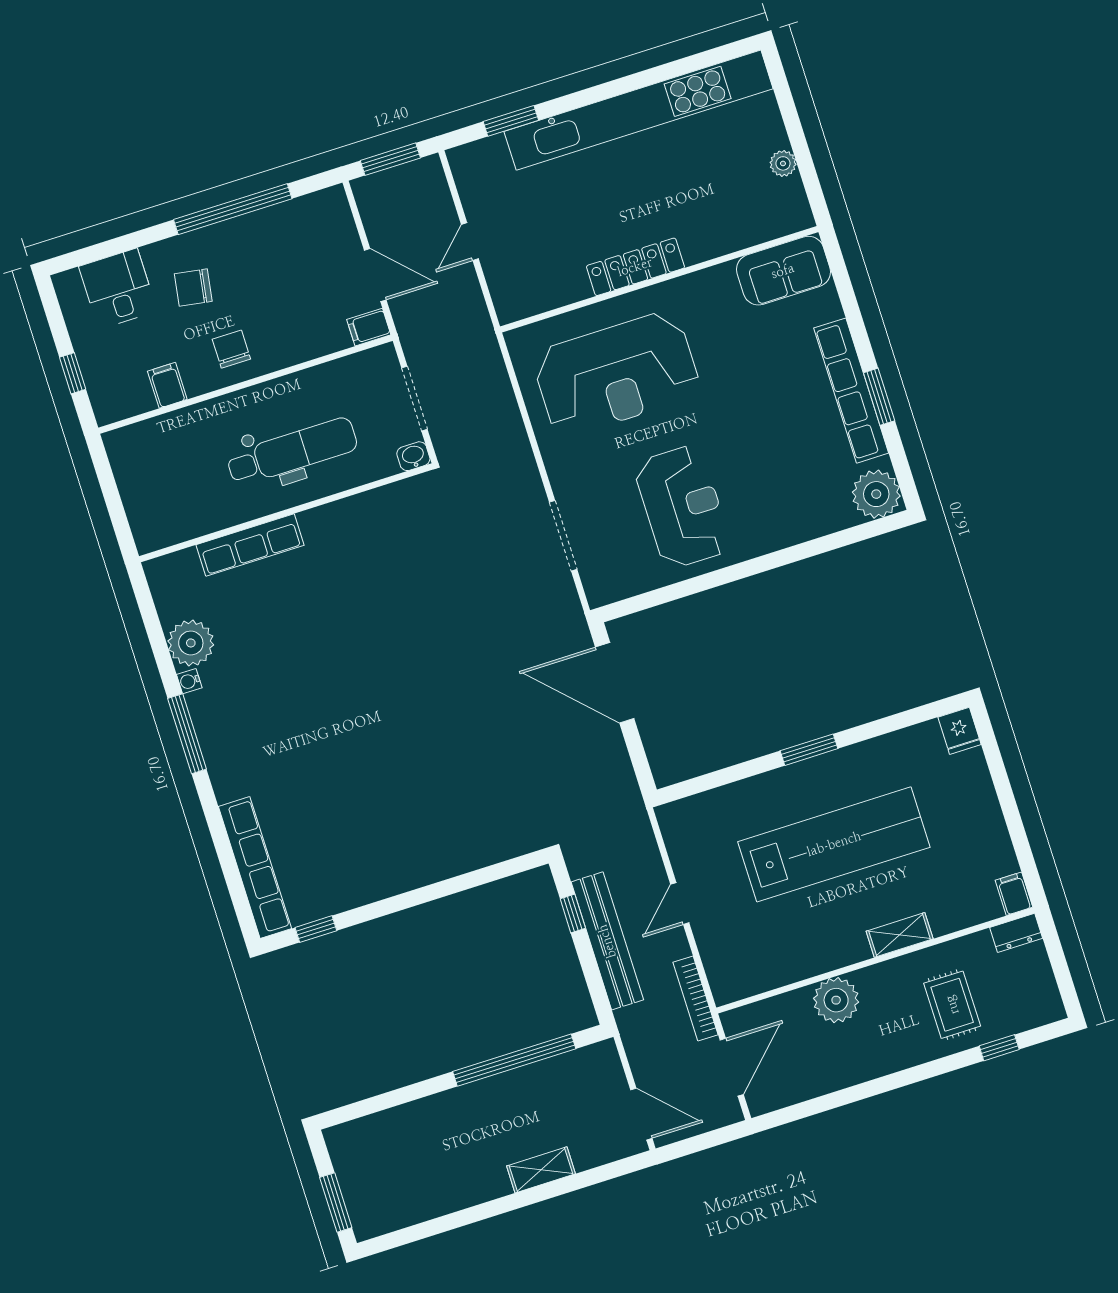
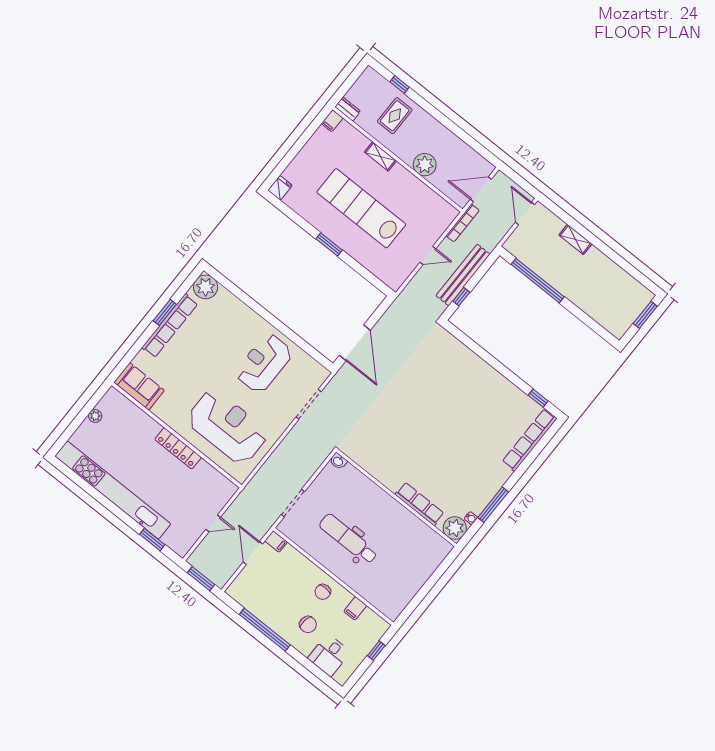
washbasin: (413, 456) -> (338, 461), moved
wall: (286, 513) -> (396, 498), moved
row of seats: (250, 545) -> (420, 504), moved

